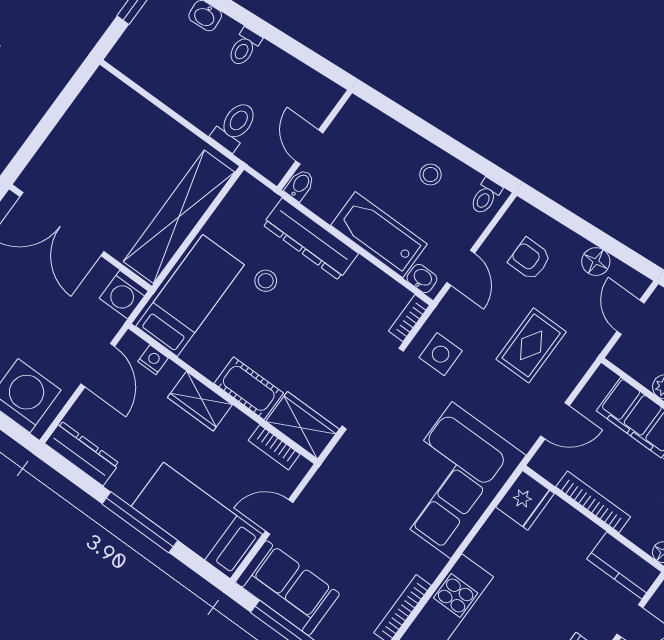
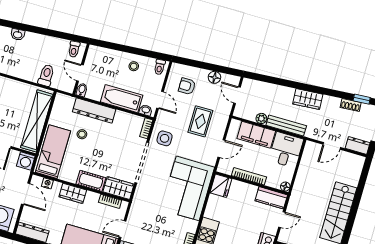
toilet: (244, 47) -> (74, 49), moved

